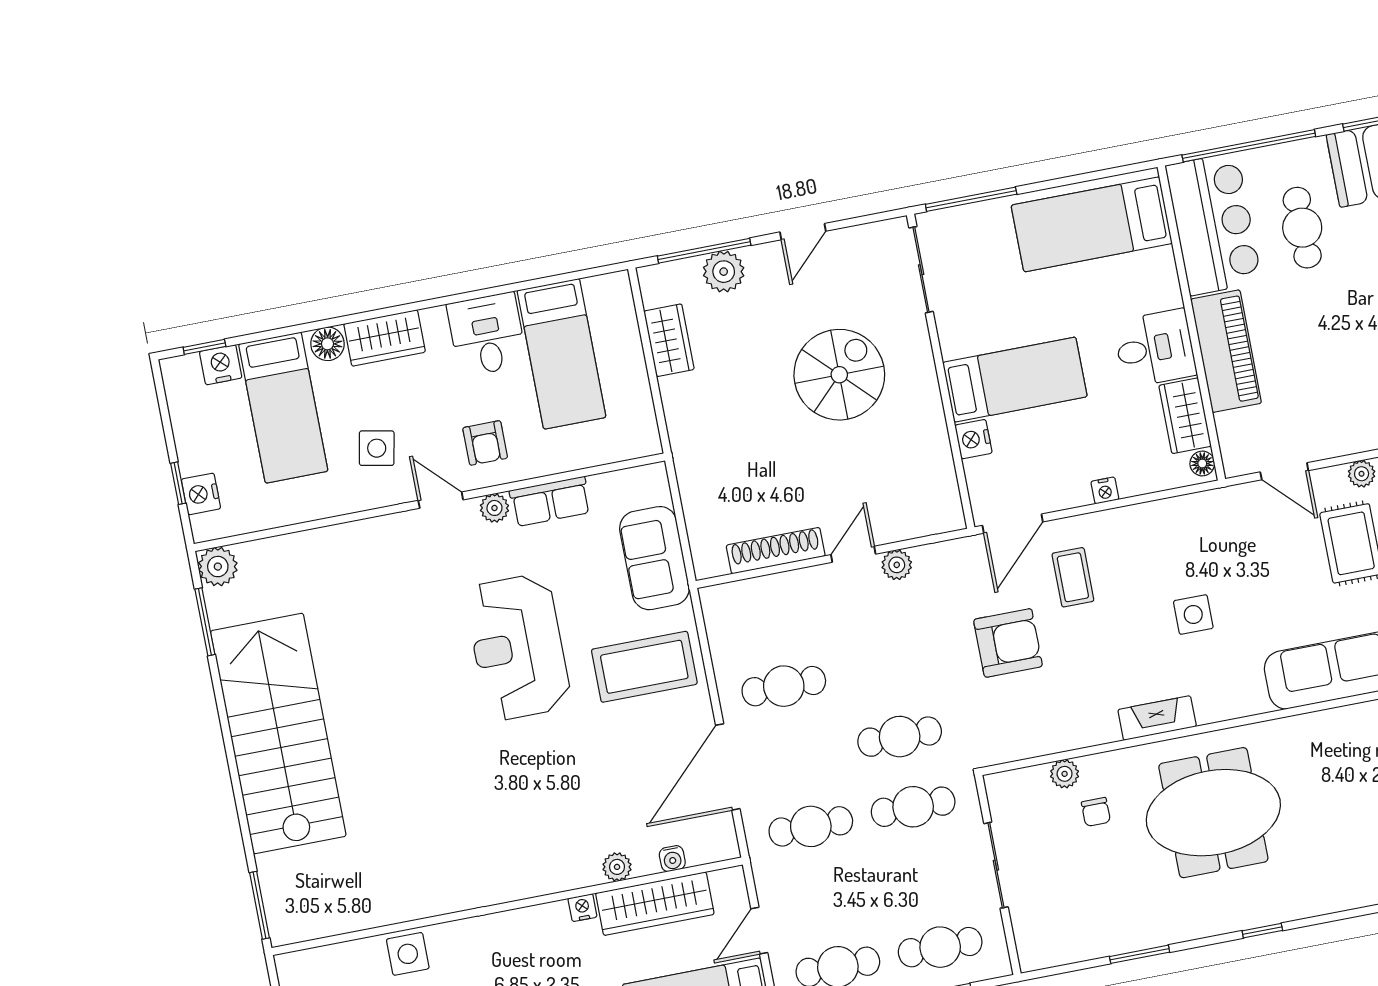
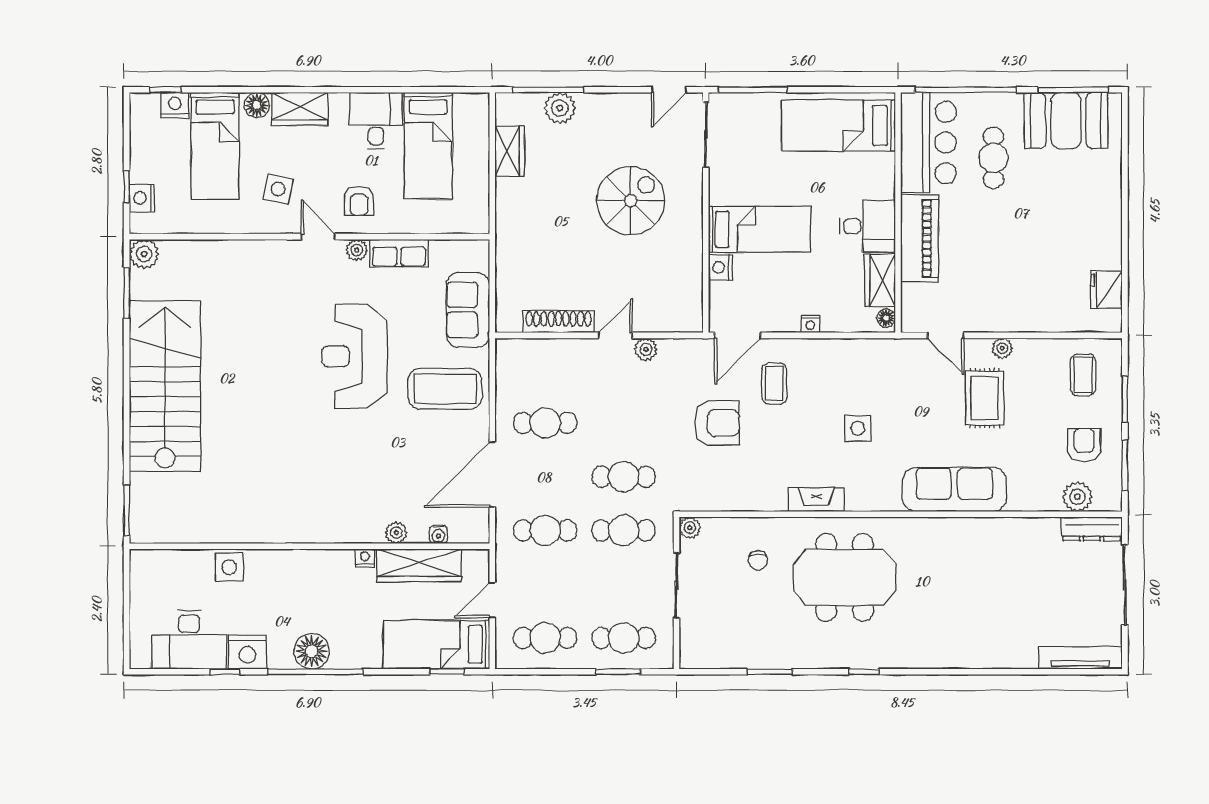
door: (803, 232) -> (669, 90), moved
plant: (1065, 774) -> (690, 528), moved

